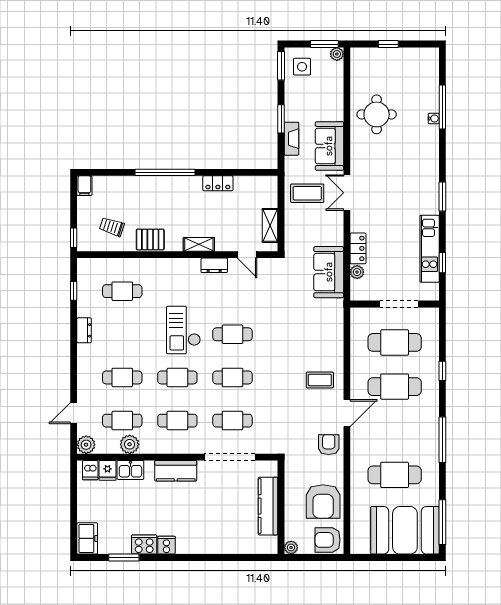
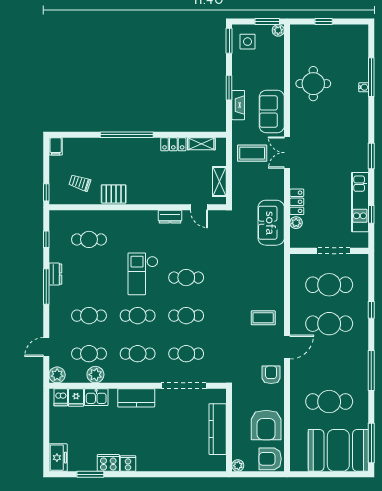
shelving: (199, 244) -> (201, 144), moved
window: (74, 344) -> (46, 287), added

